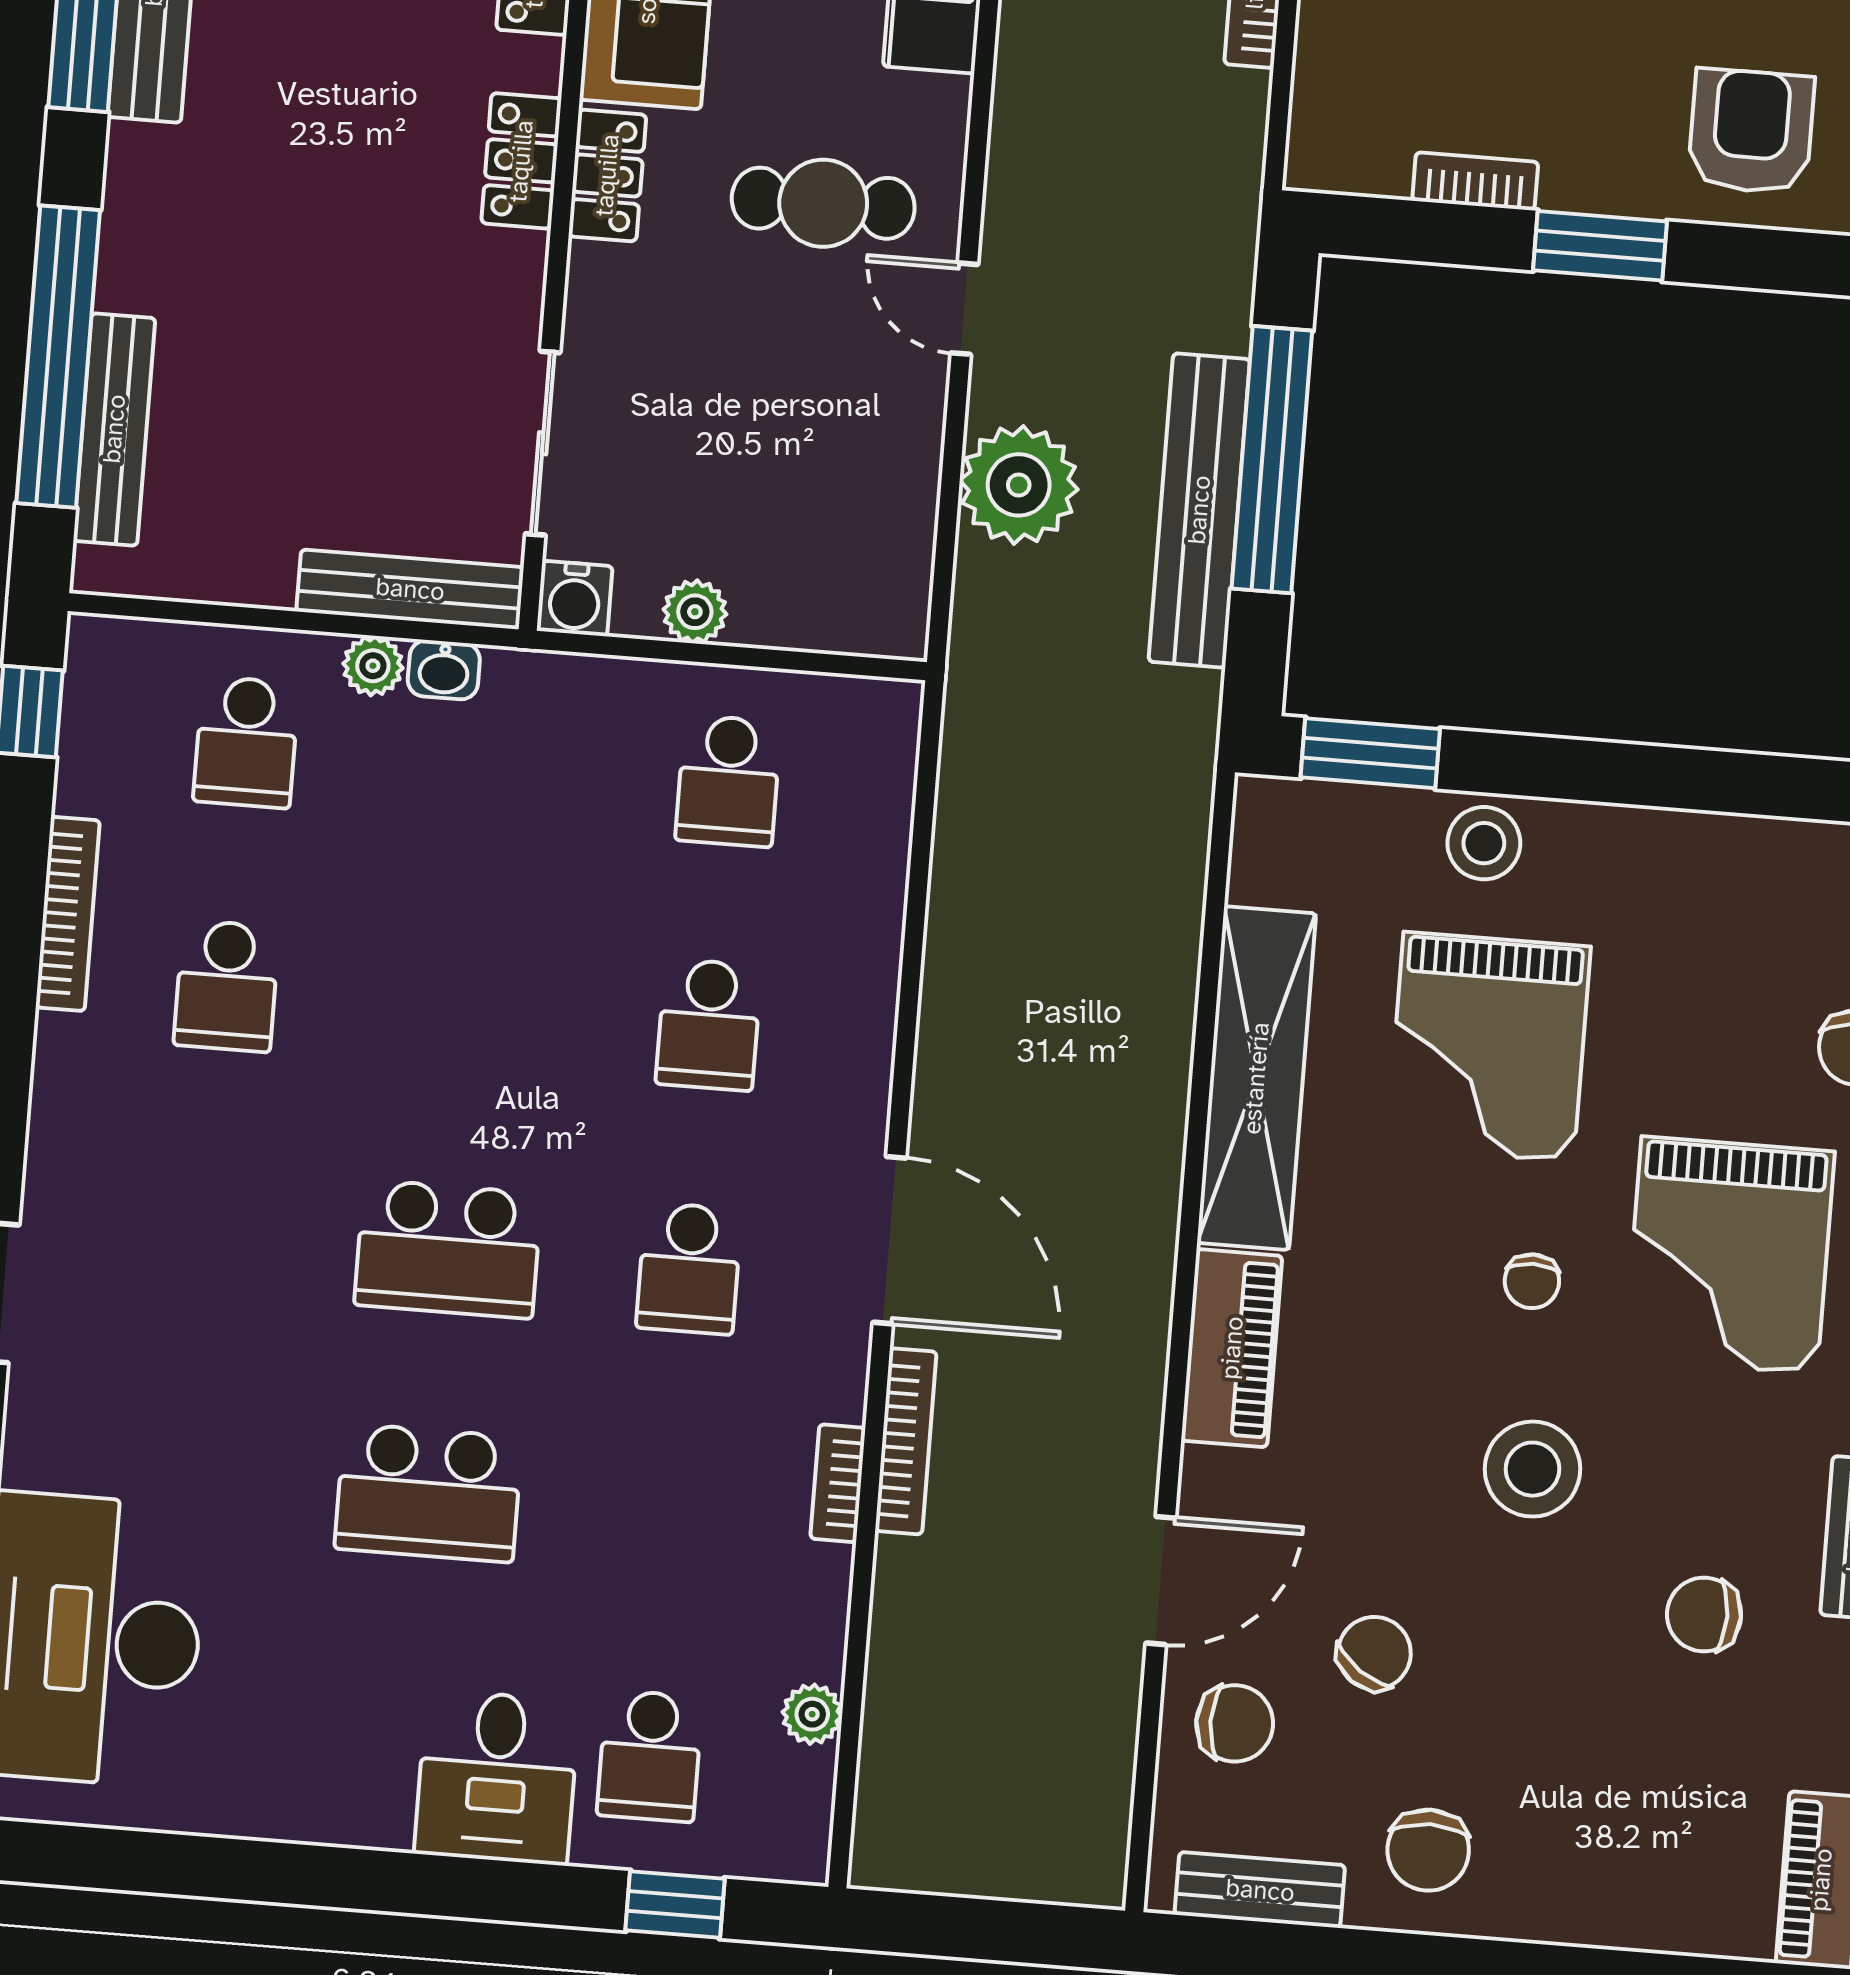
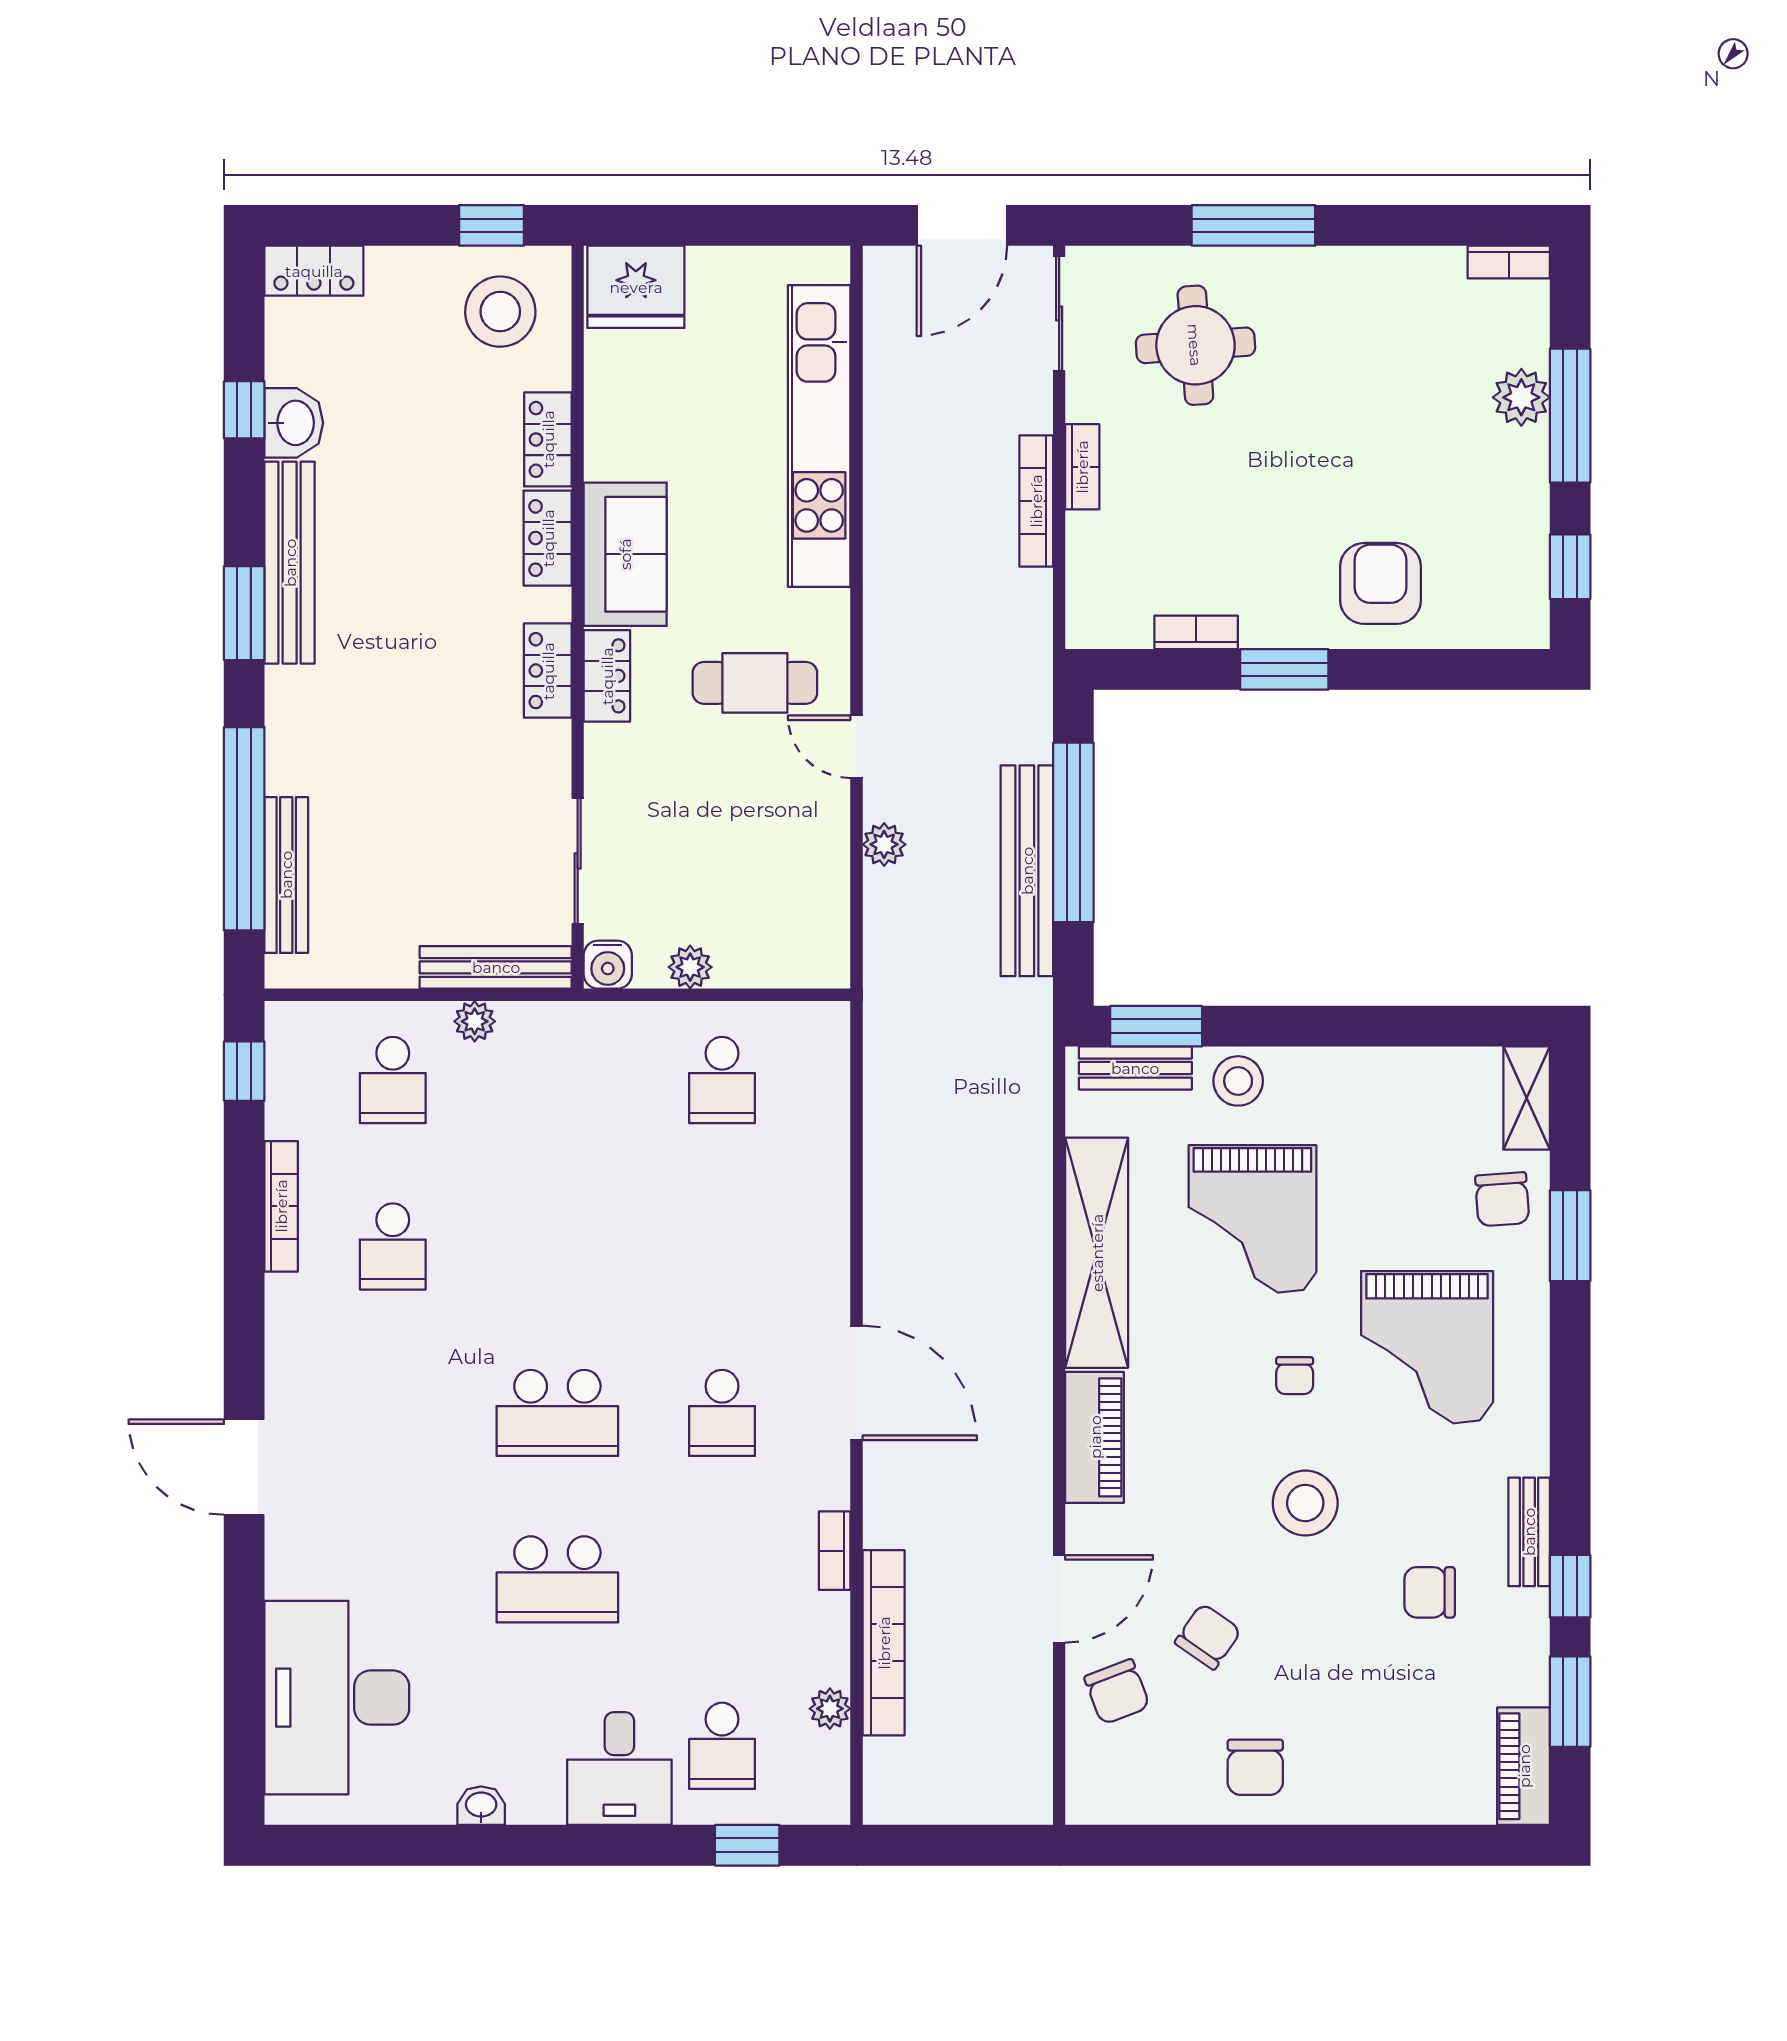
plant: (1019, 485) -> (884, 844), width x0.53, depth x0.53
washbasin: (444, 670) -> (481, 1806), moved, turned 180
school desk: (709, 1025) -> (722, 1246), removed
bookcase: (906, 1441) -> (884, 1643), moved, width x1.48, depth x1.31
chair: (1235, 1723) -> (1117, 1692), turned 69
bench: (1260, 1890) -> (1135, 1068), moved

